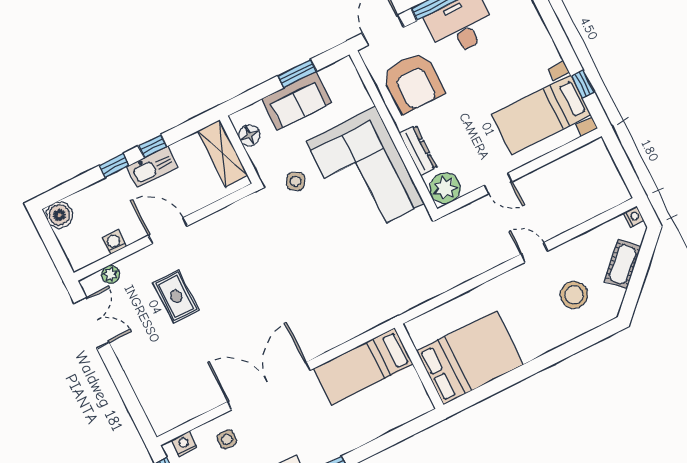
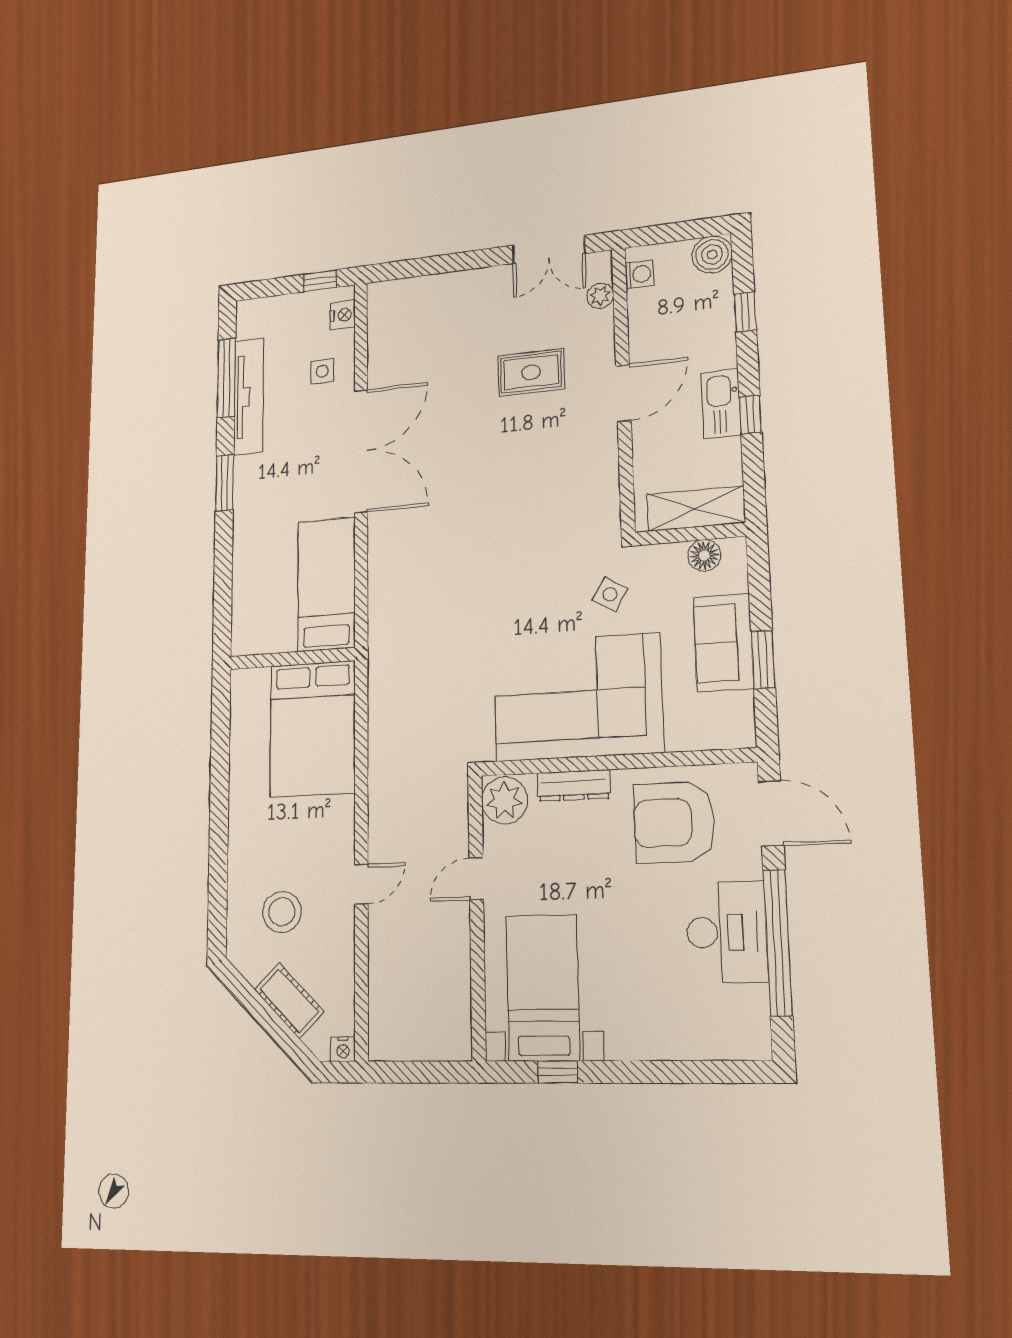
window: (114, 165) -> (745, 312), moved
washing machine: (114, 242) -> (639, 274), moved
bed: (470, 358) -> (313, 729), moved

